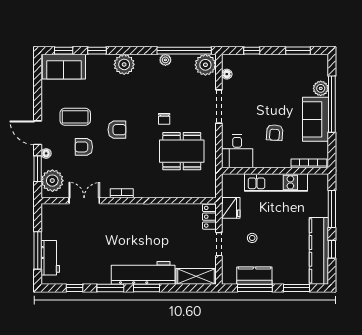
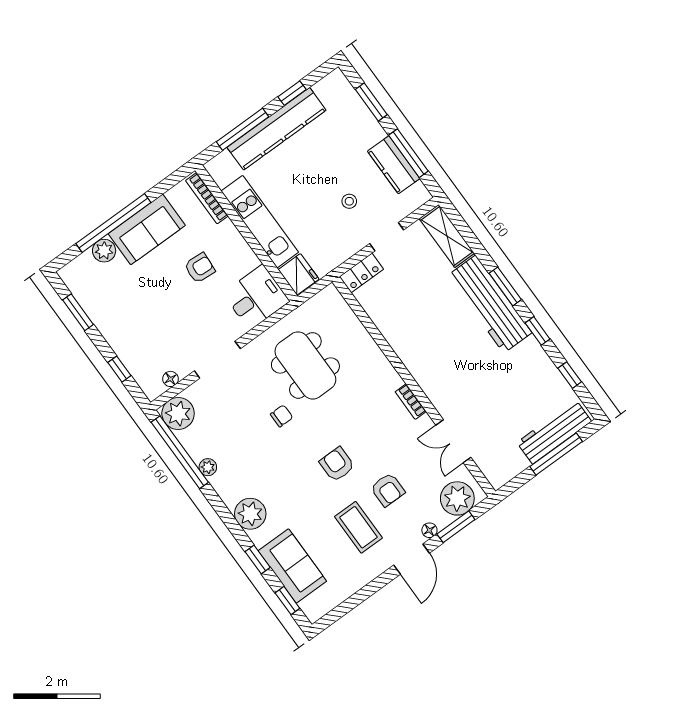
sofa: (64, 67) -> (292, 566), moved
fridge: (231, 208) -> (299, 274), moved, turned 90
kitchen counter: (319, 251) -> (277, 129), moved
workbench: (50, 258) -> (554, 432), width x1.37
window: (110, 288) -> (538, 331), width x0.67

